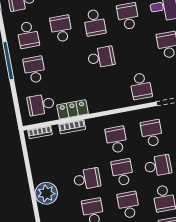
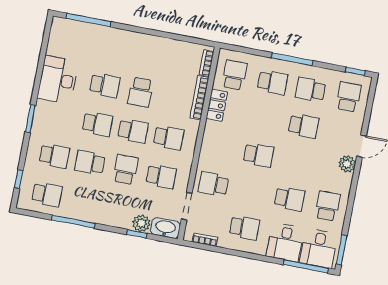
school desk: (95, 22) -> (296, 162), removed
school desk: (101, 57) -> (258, 155), turned -90
bookcase: (72, 127) -> (199, 98), width x1.56
school desk: (158, 166) -> (126, 170), turned 180
plant: (46, 193) -> (142, 45), removed

